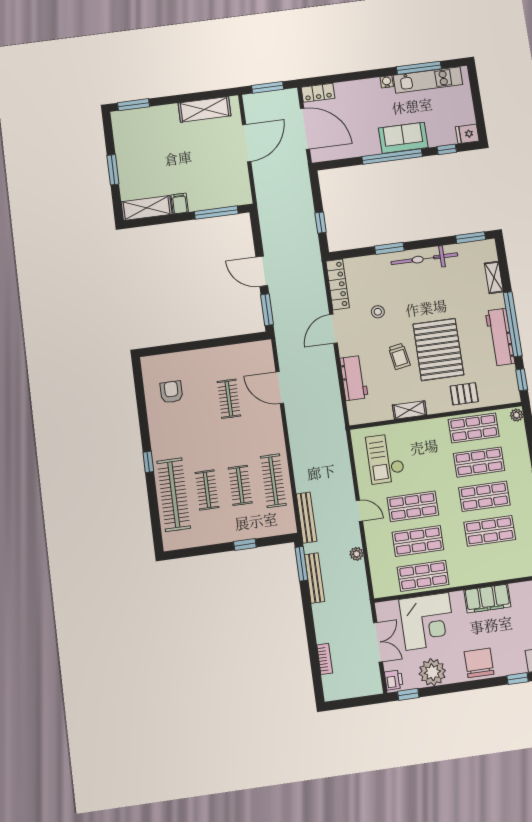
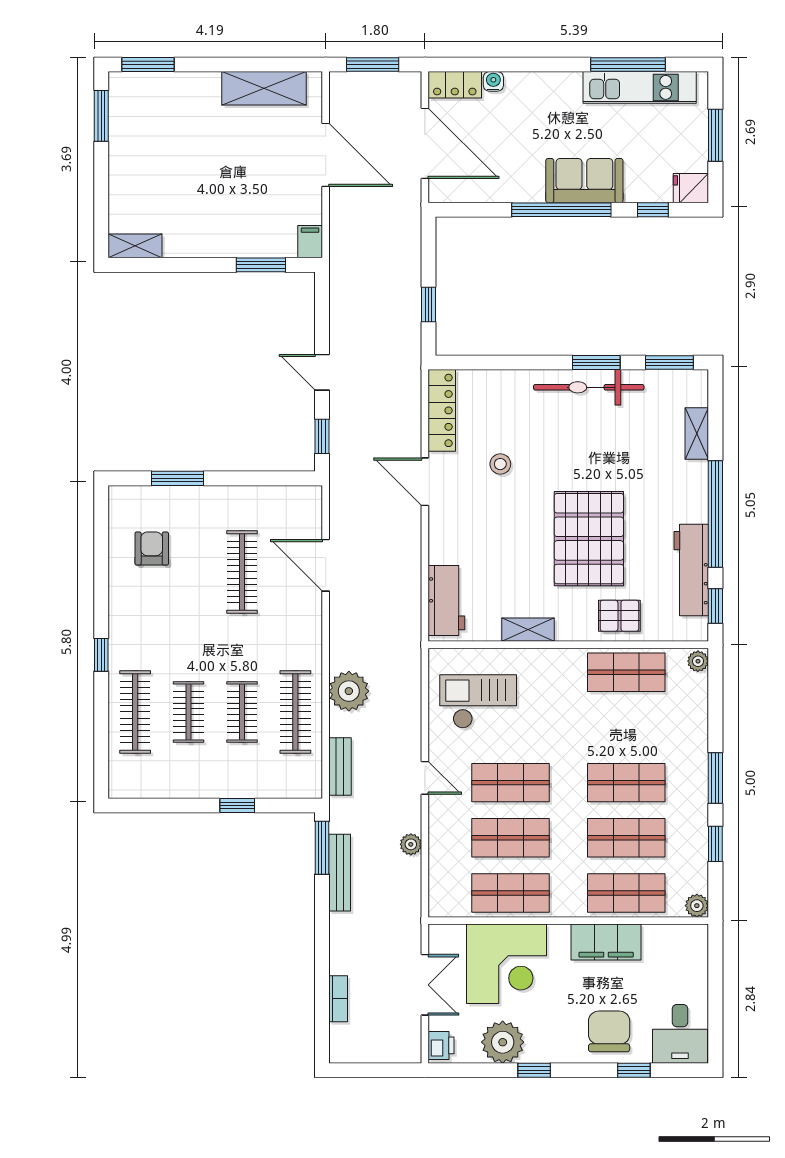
water cooler: (387, 82) -> (493, 81), moved
window: (477, 102) -> (715, 135), added
door: (247, 143) -> (326, 155), hinge flipped
window: (113, 170) -> (101, 116), moved
filing cabinet: (180, 204) -> (310, 242), moved
shelving: (147, 208) -> (135, 246), width x0.67, depth x0.75
window: (216, 213) -> (261, 265), width x0.69
window: (389, 248) -> (596, 363), moved
door: (262, 271) -> (322, 372), width x0.73
window: (267, 310) -> (322, 436), width x0.67
door: (333, 329) -> (425, 482), hinge flipped
workbench: (500, 337) -> (691, 570), moved
window: (182, 347) -> (177, 478), added
trolley: (399, 356) -> (524, 541), removed
workbench: (354, 378) -> (446, 600), moved
clothes rail: (229, 399) -> (242, 572), width x1.36
checkout: (385, 459) -> (478, 701), turned 90
shop shelf: (479, 462) -> (626, 893), moved
plant: (305, 463) -> (349, 691), added
clothes rail: (174, 495) -> (135, 712), width x0.73, depth x0.76
bench: (307, 518) -> (340, 766), width x0.73
chair: (479, 663) -> (609, 1031), moved
window: (408, 694) -> (534, 1070), moved

